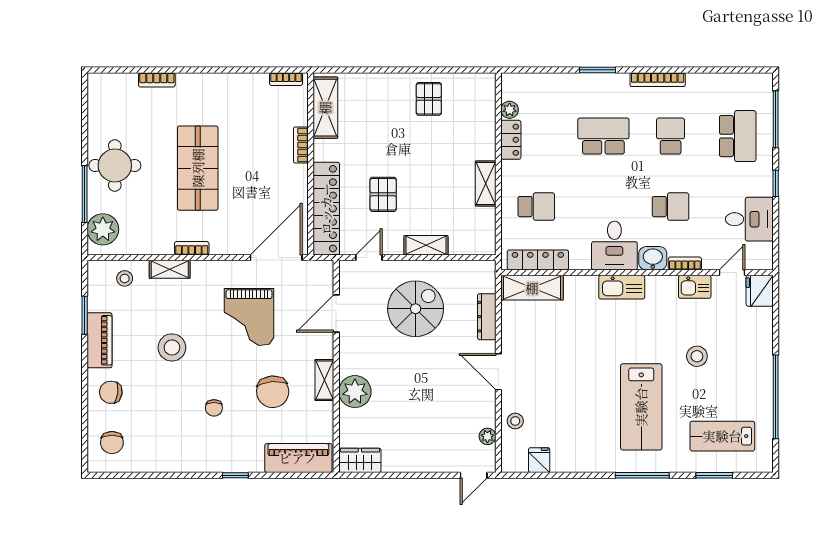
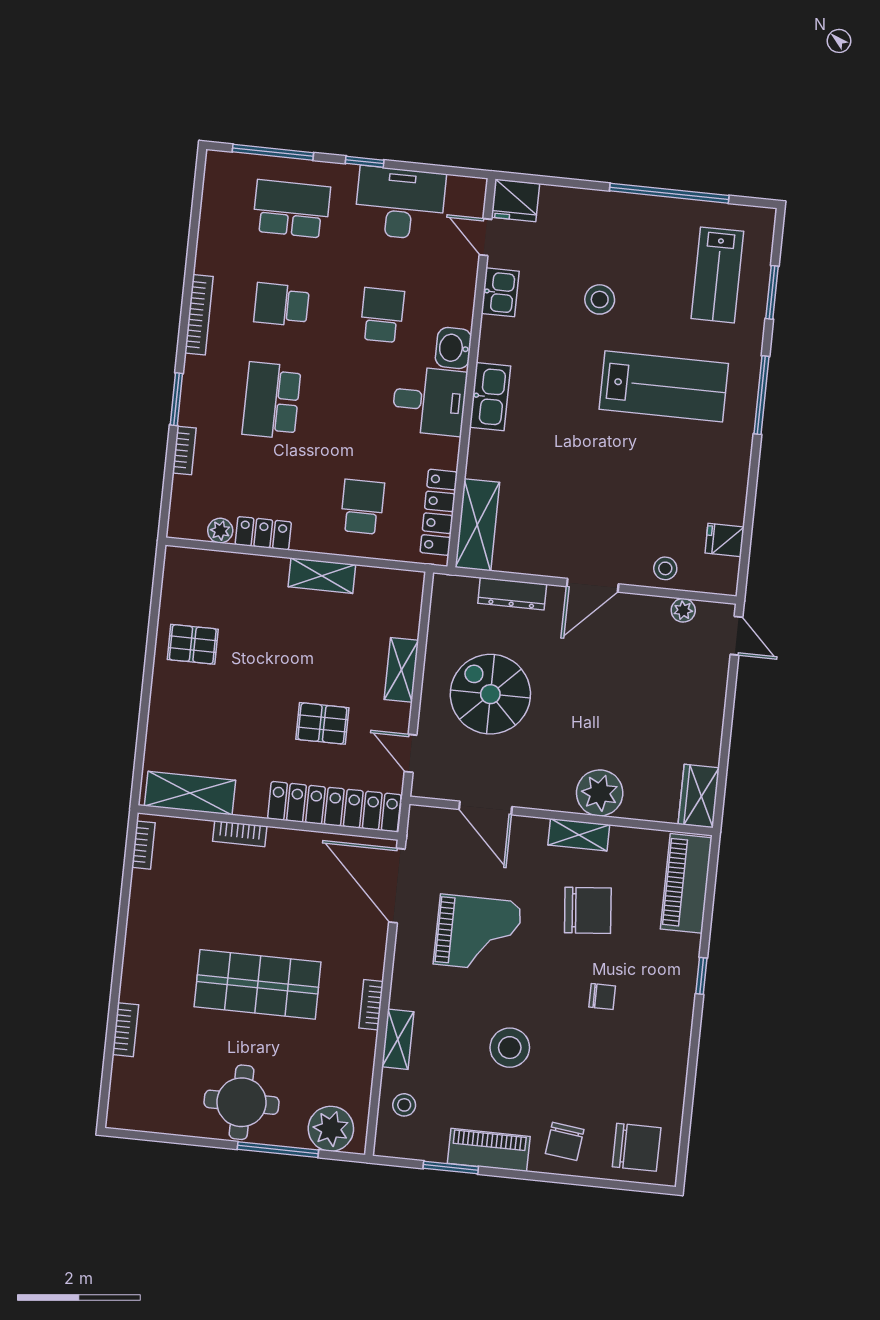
desk: (749, 219) -> (400, 203), width x1.37
bookcase: (685, 263) -> (184, 450), moved, turned 180
chair: (112, 443) -> (637, 1147), width x1.37, depth x1.37

